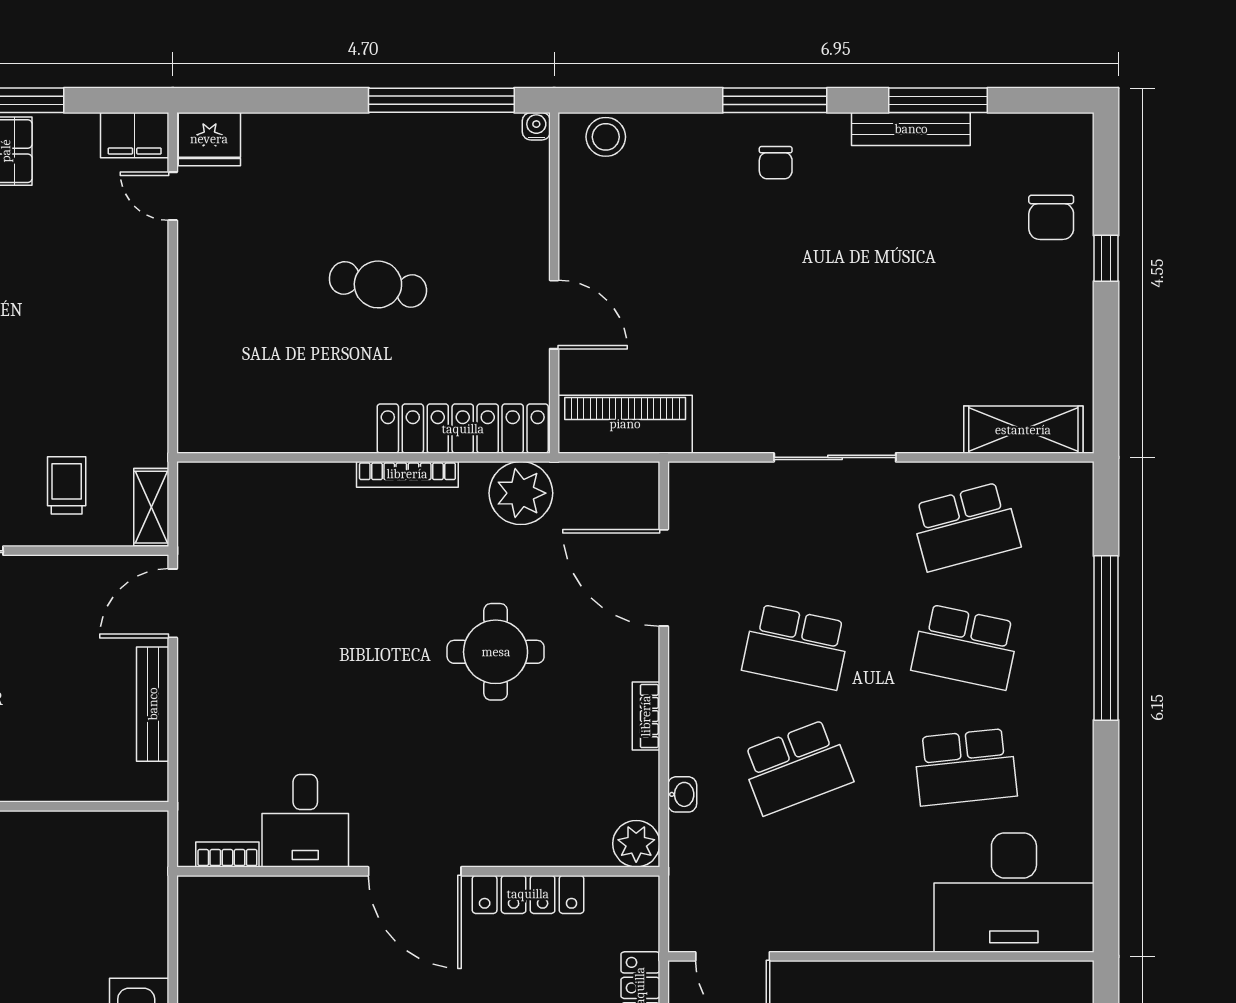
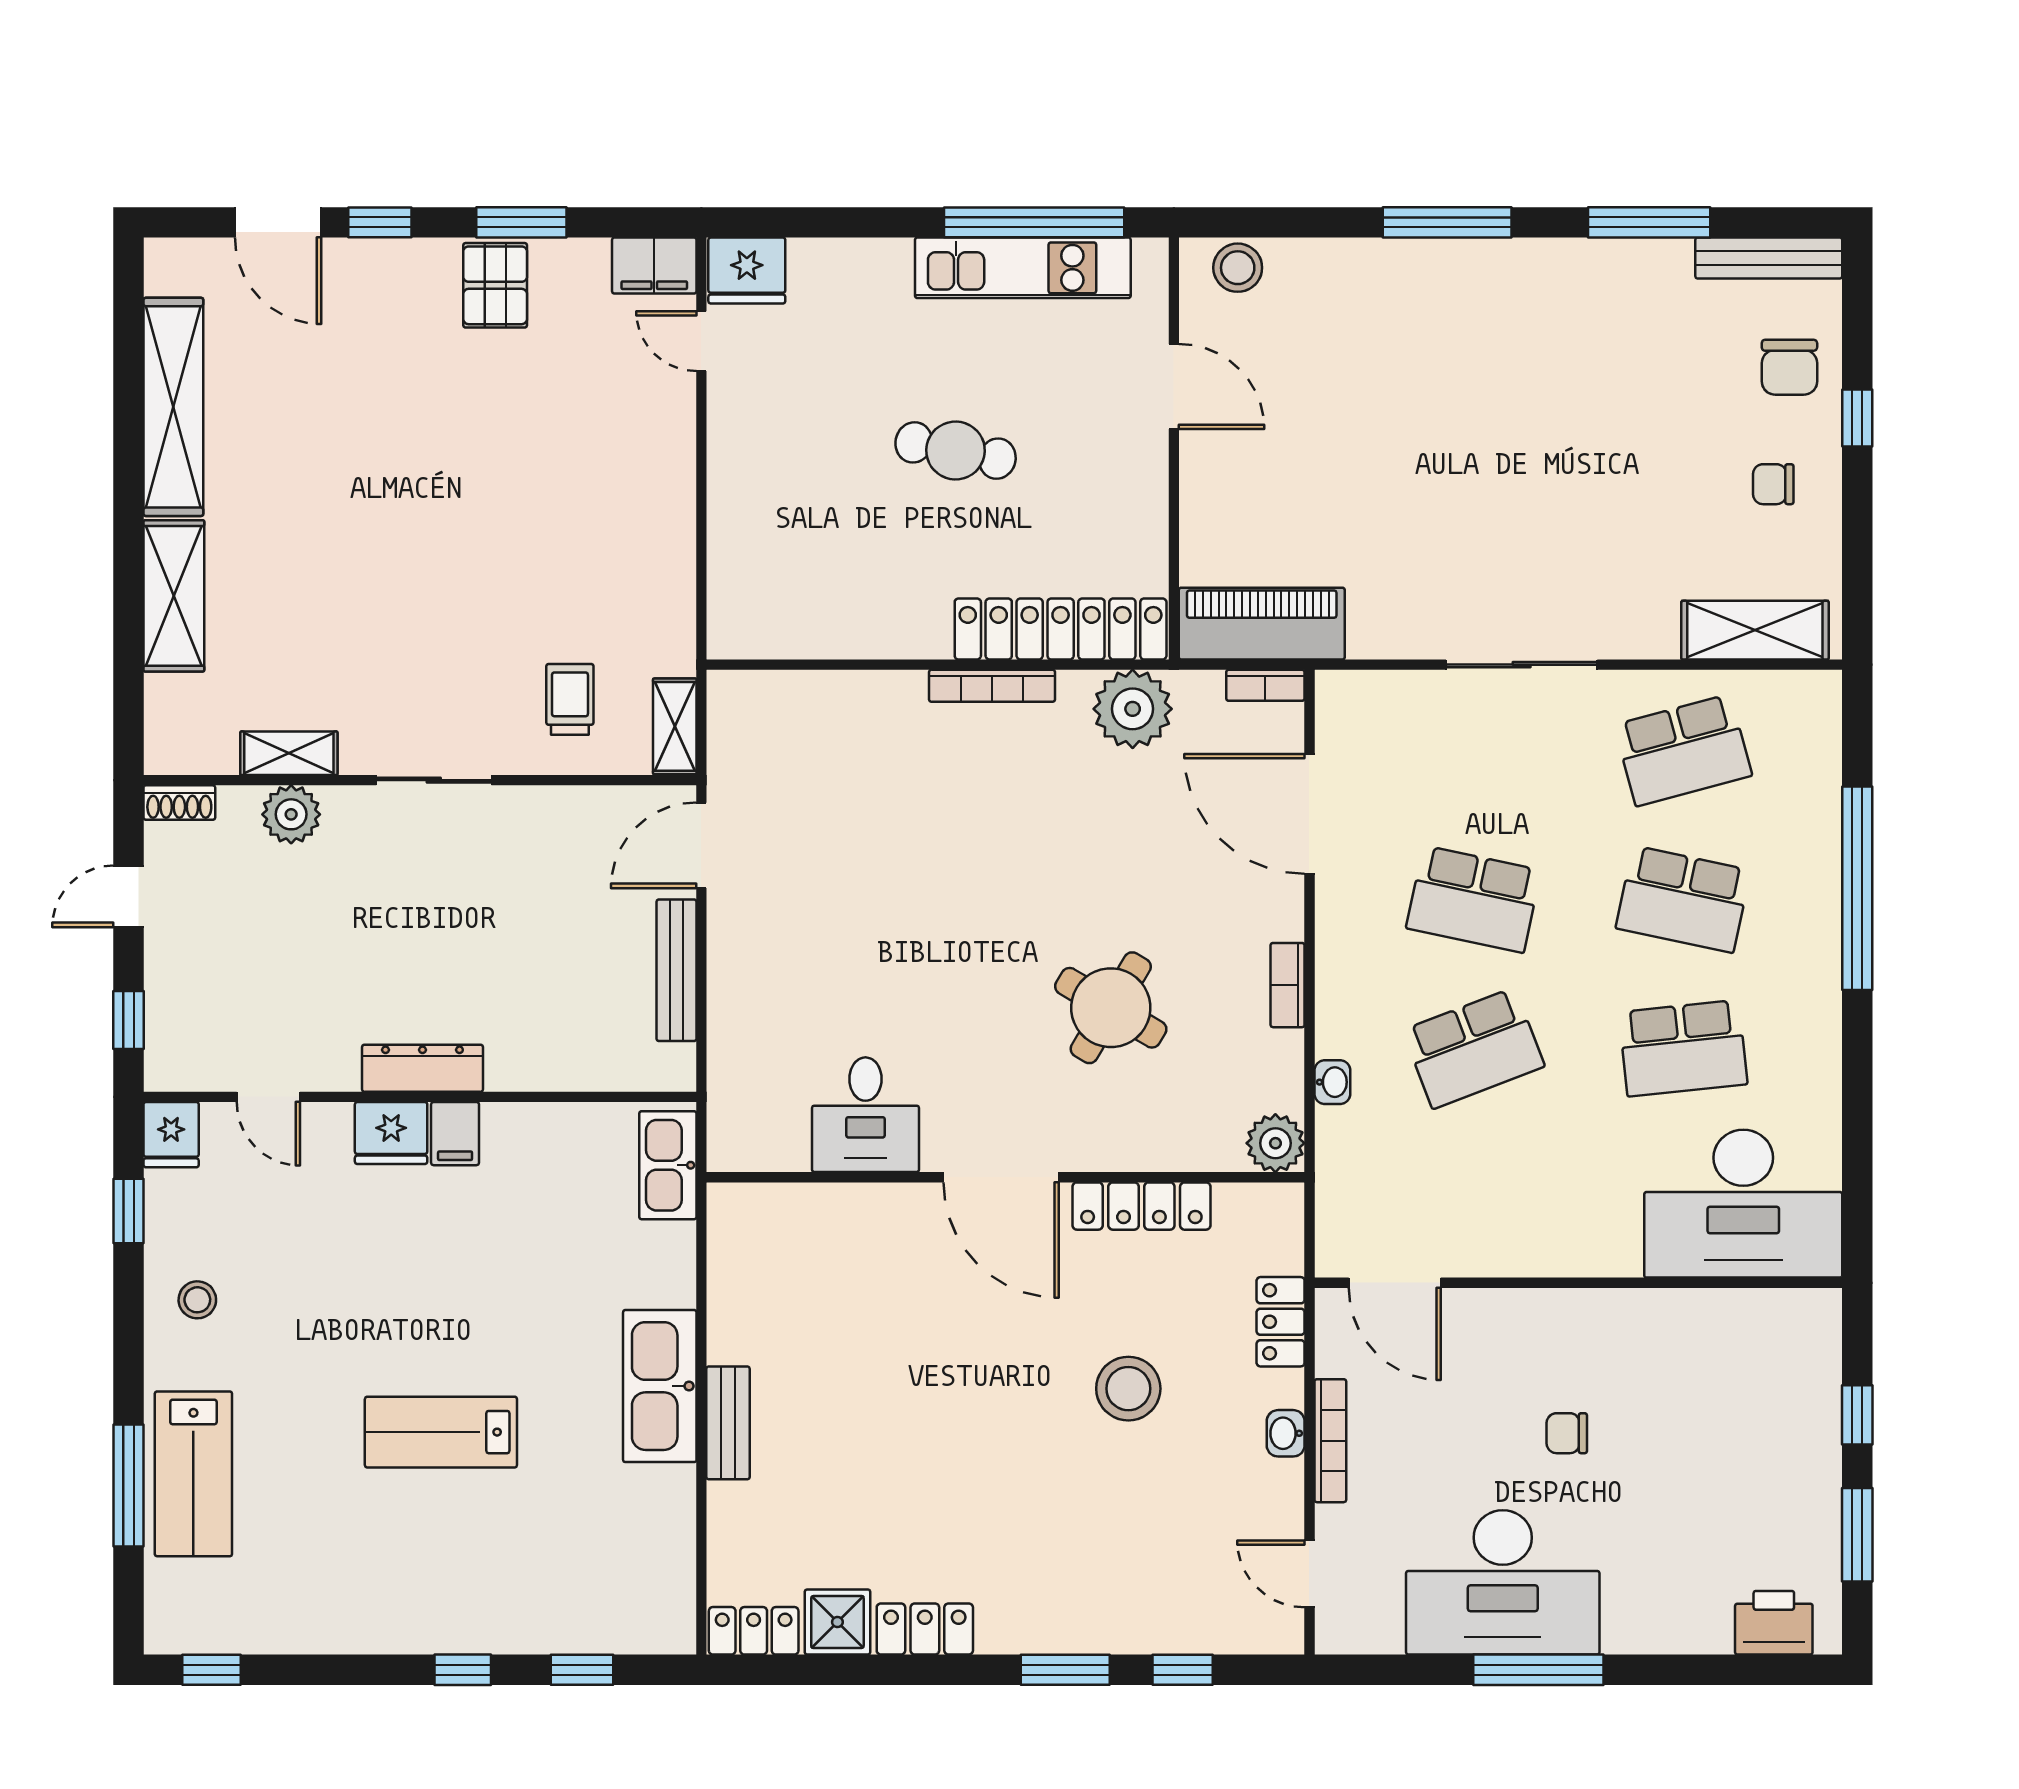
water cooler: (536, 126) -> (1152, 255), removed
bench: (911, 129) -> (1769, 258), moved
kitchen unit: (432, 137) -> (1023, 268), added
chair: (776, 163) -> (1773, 484), moved, turned 90
door: (554, 315) -> (1174, 386), moved
round table: (496, 652) -> (1111, 1008), moved, turned 31
bookcase: (227, 855) -> (1265, 685), moved, turned 180
kitchen sink: (146, 862) -> (668, 1165), added

